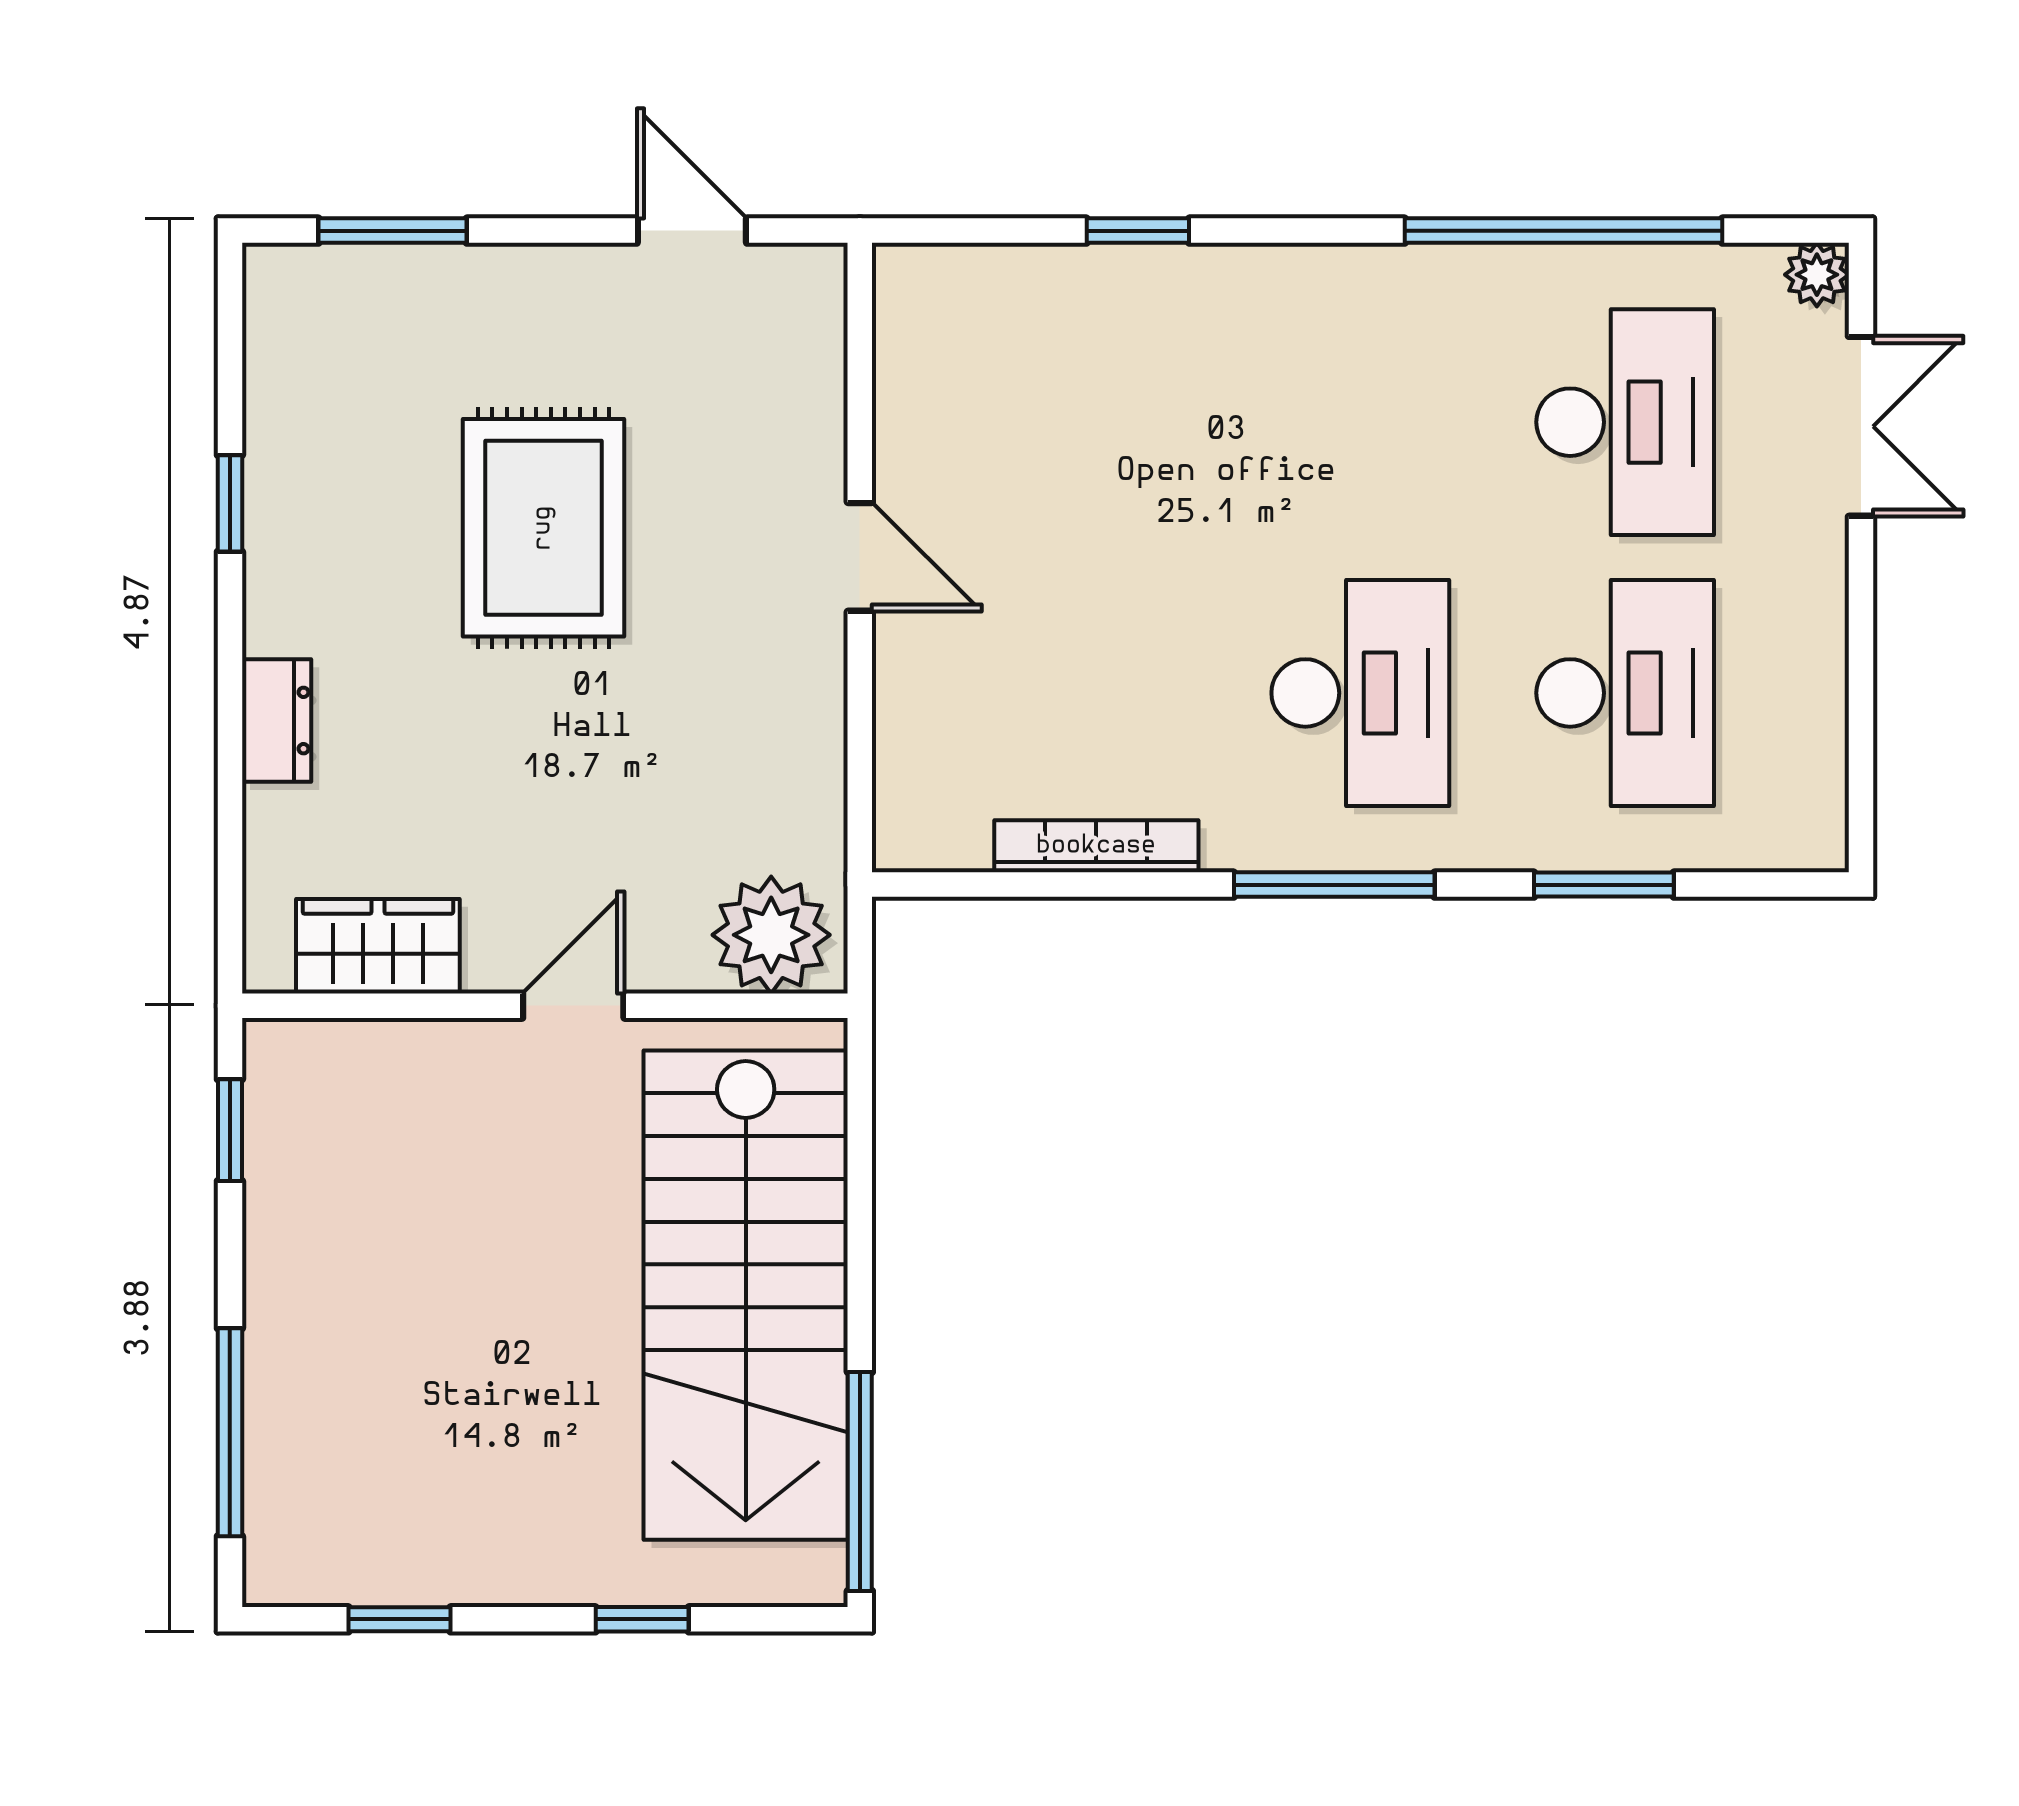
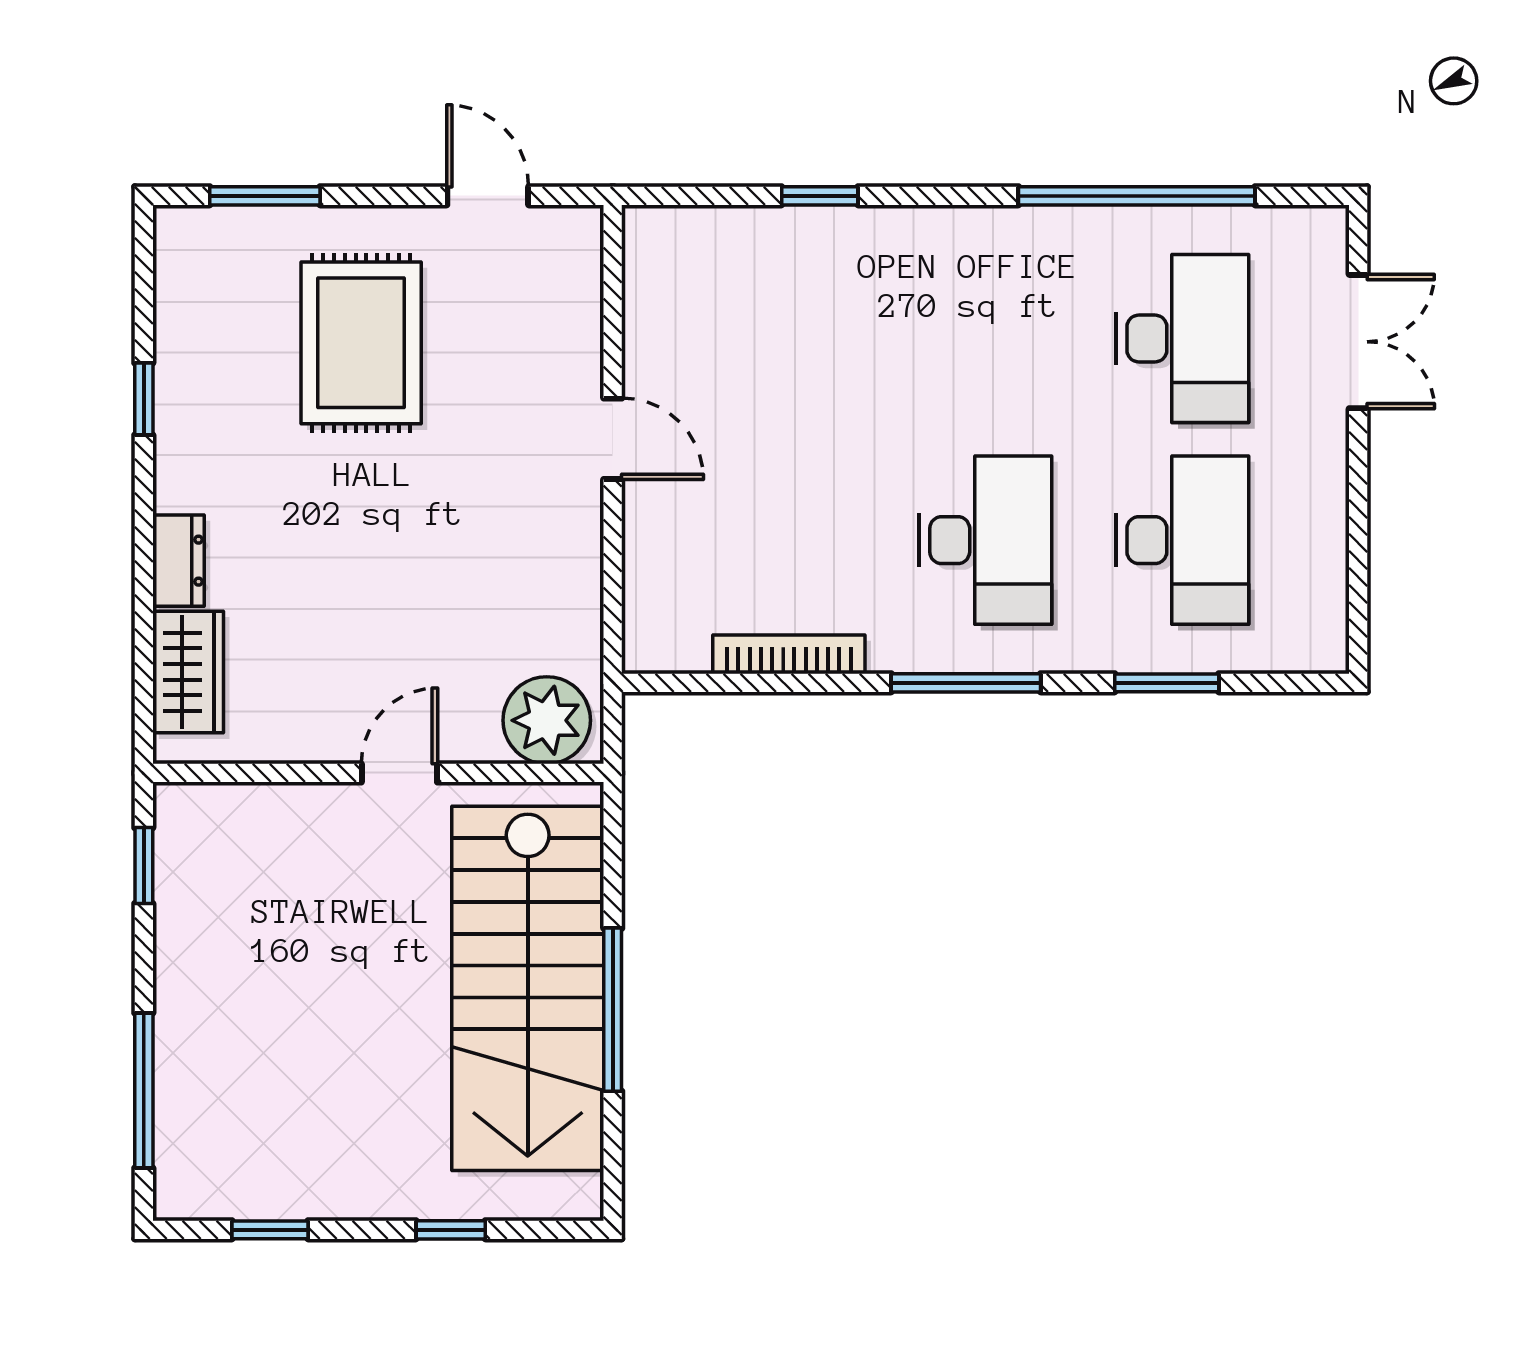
plant: (1817, 275) -> (1325, 229), removed
rug: (543, 528) -> (361, 343), moved
wardrobe: (378, 946) -> (188, 672), moved, turned 90
window: (860, 1481) -> (613, 1010), moved

